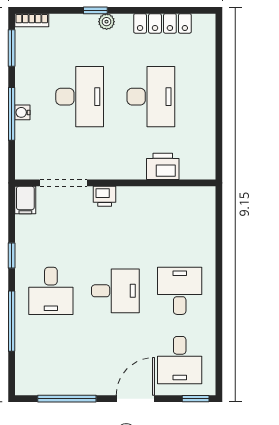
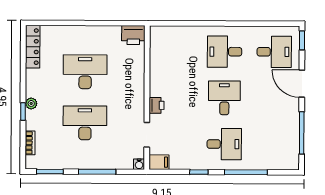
bookcase: (32, 20) -> (30, 143), moved
locker: (162, 23) -> (33, 47), moved
water cooler: (22, 112) -> (139, 164), moved
printer: (163, 166) -> (133, 35), moved, turned -90
doorway: (63, 183) -> (147, 135), width x0.73

